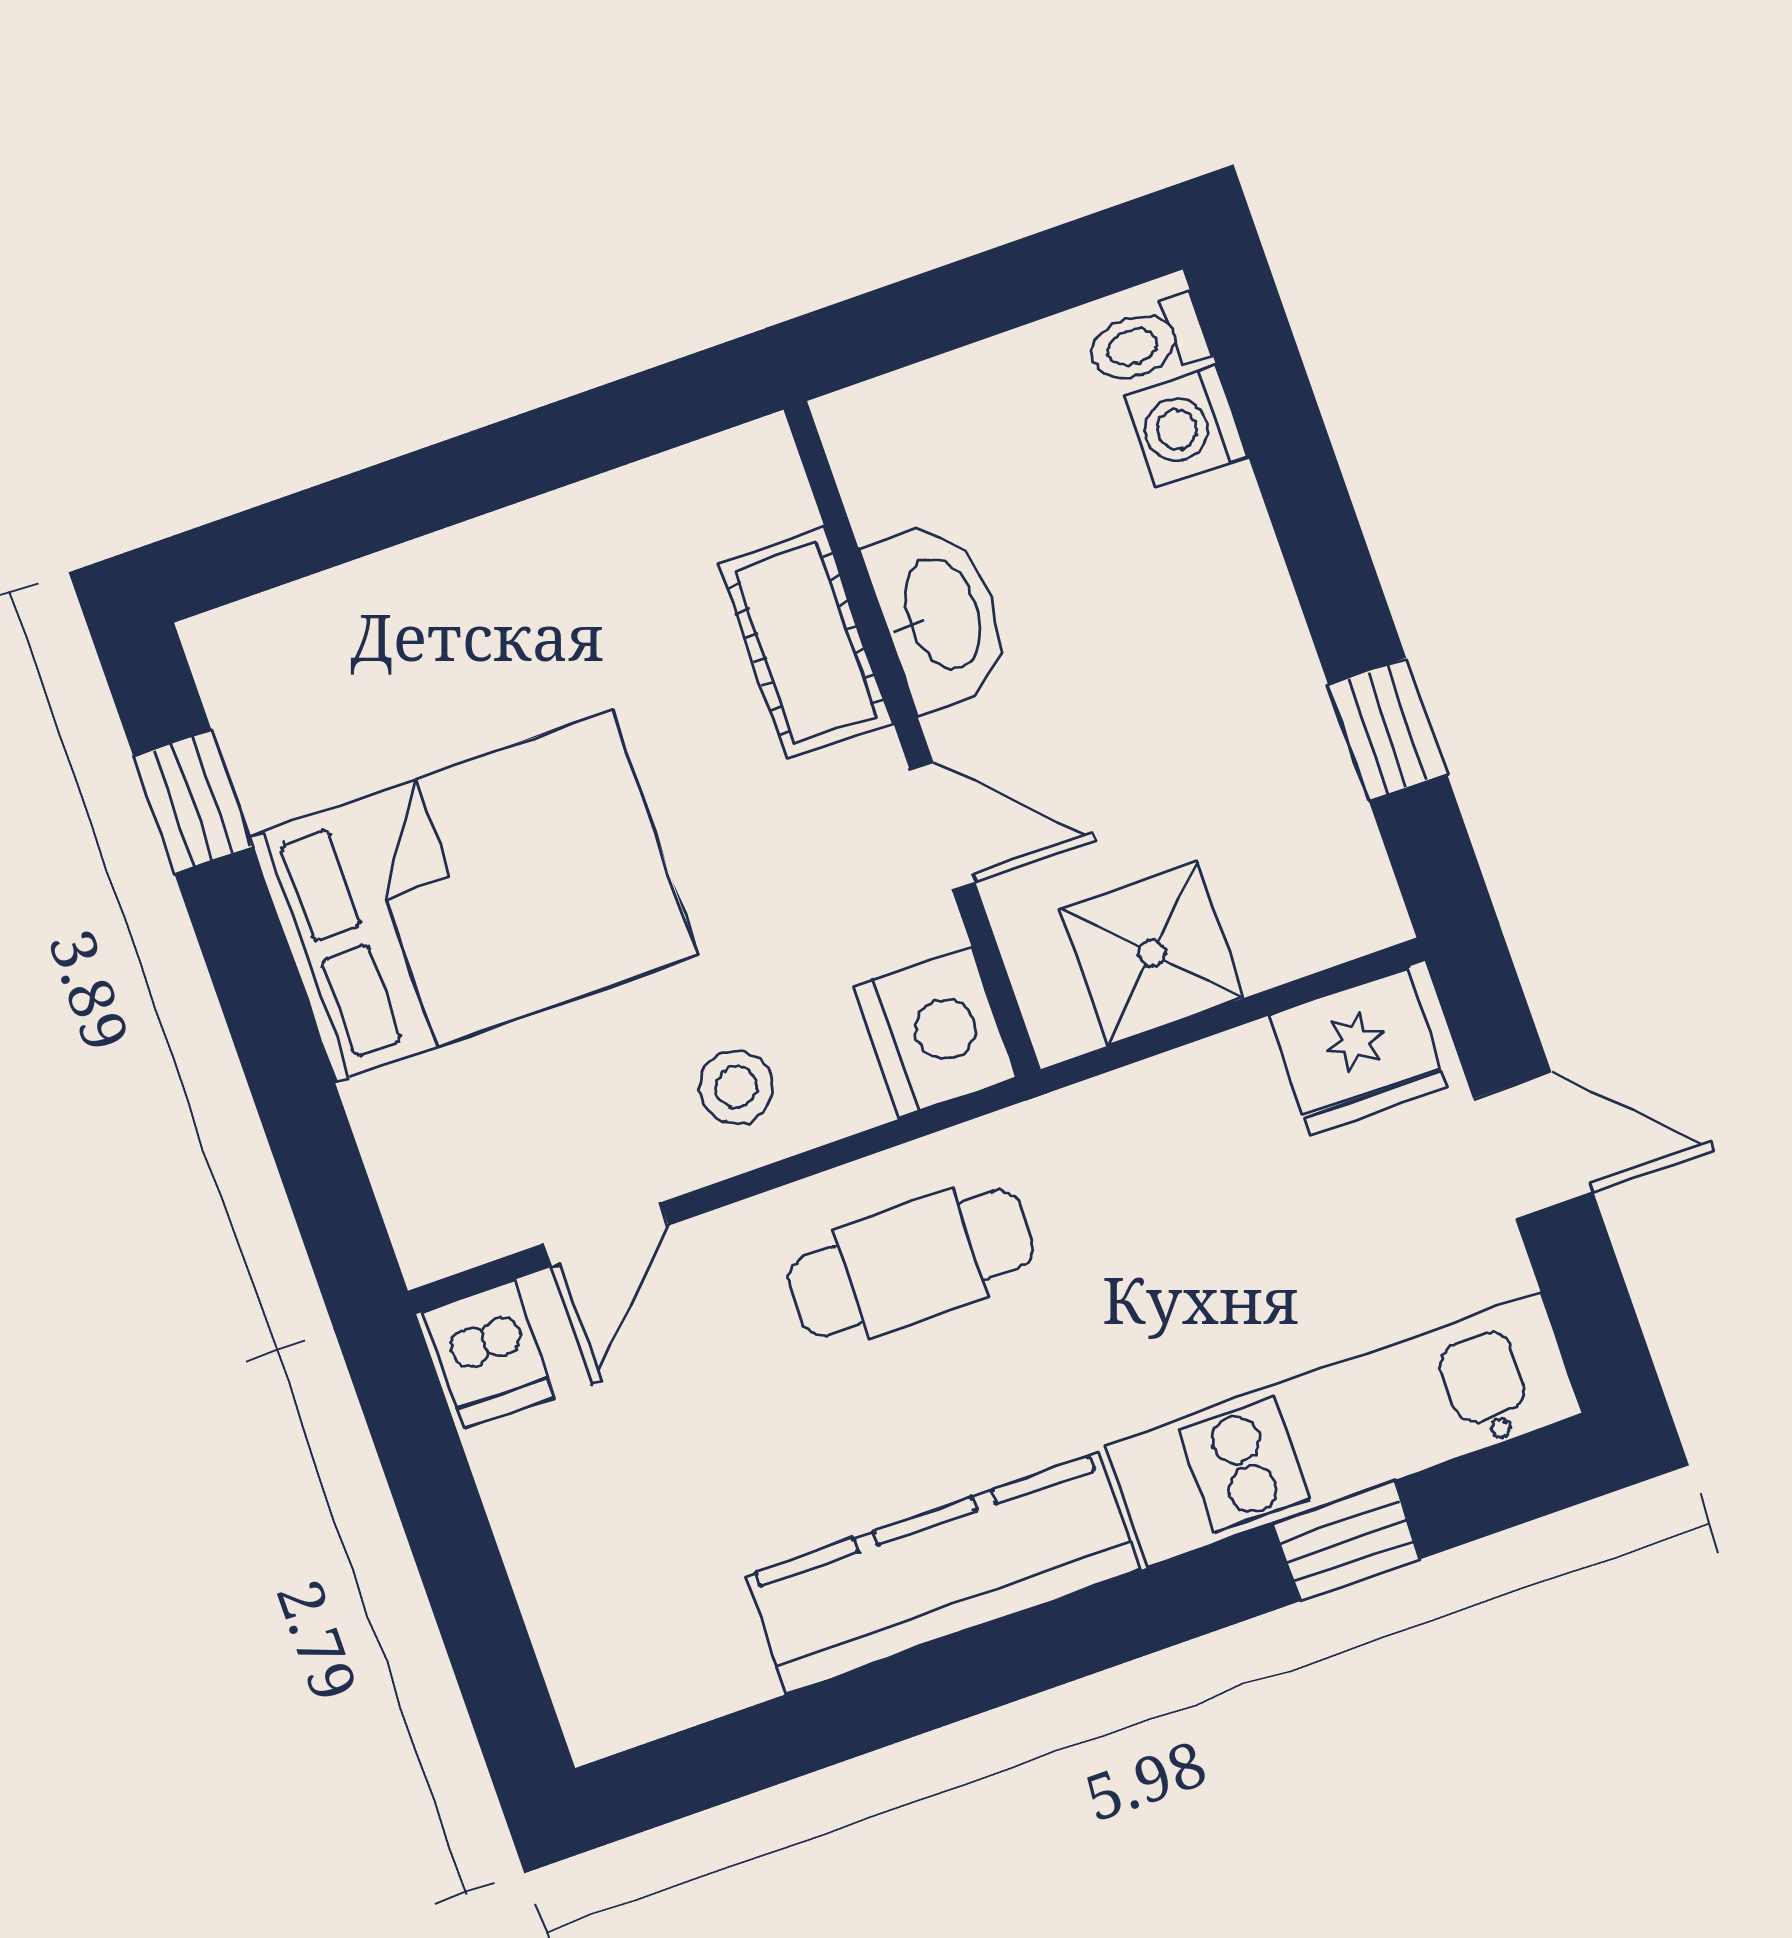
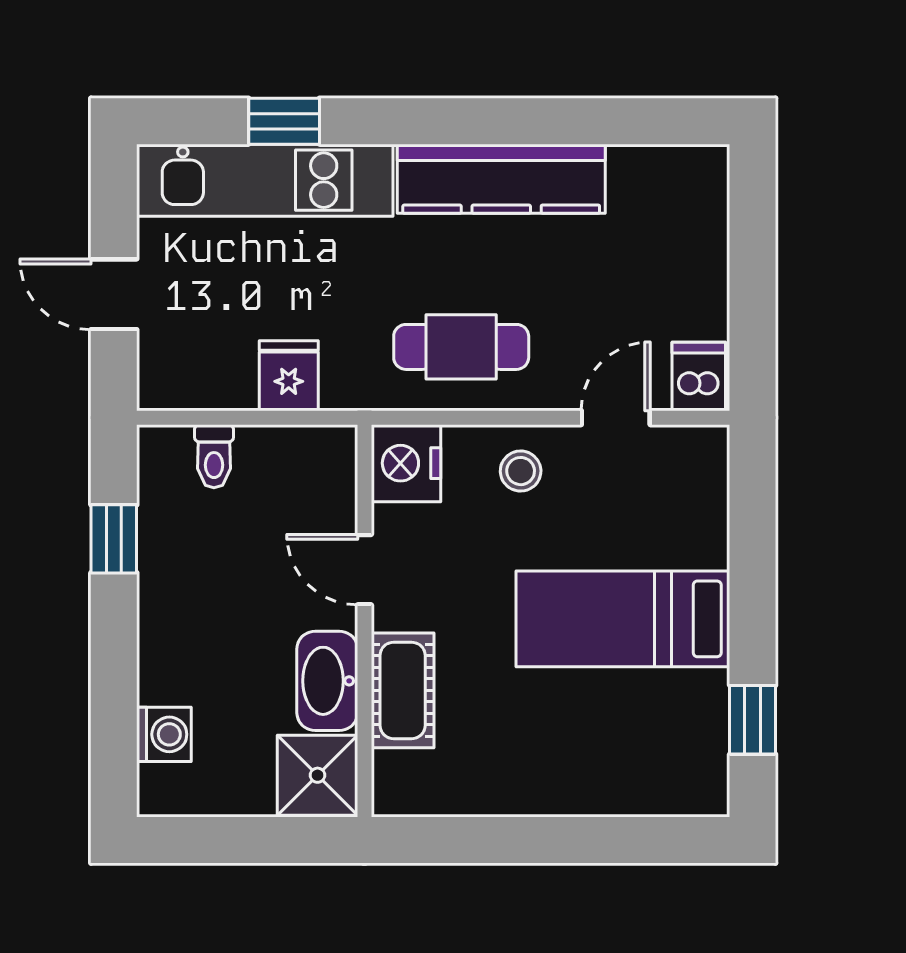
toilet: (1148, 342) -> (214, 456), moved, turned 90
bed: (474, 896) -> (623, 619), width x0.67
shower: (1152, 954) -> (318, 775), moved
fridge: (1358, 1051) -> (289, 376), moved, width x0.72

